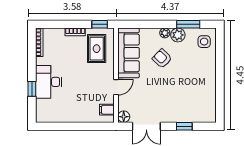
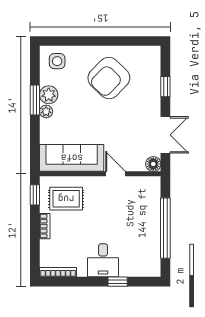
window: (188, 24) -> (35, 100), moved
armchair: (162, 59) -> (109, 78), moved, width x1.88, depth x1.88
desk: (49, 82) -> (103, 260), width x0.73
filing cabinet: (107, 110) -> (144, 185), removed
window: (74, 126) -> (165, 228), added

